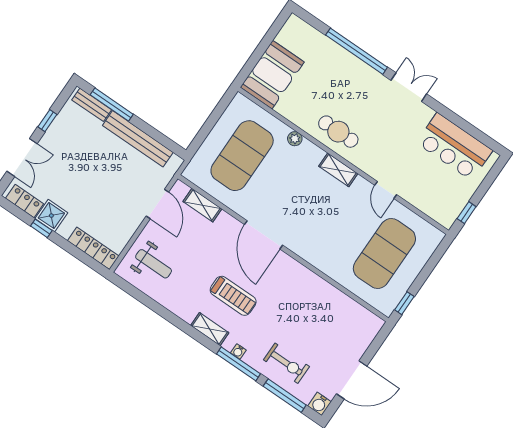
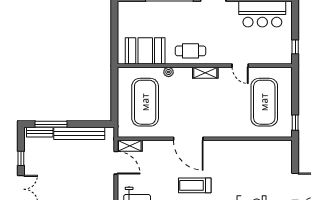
booth: (272, 75) -> (145, 51), moved, turned 90
shelving: (202, 205) -> (130, 146), moved
treadmill: (233, 296) -> (195, 185), turned 180

